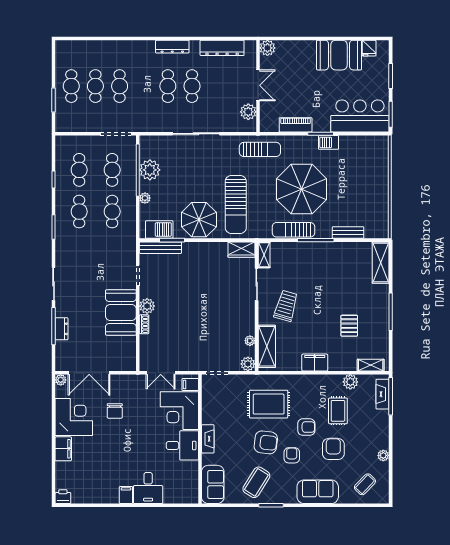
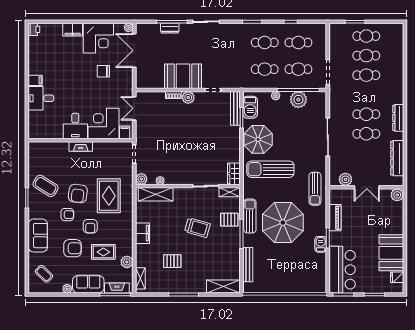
bench: (348, 232) -> (248, 265), width x1.36
pallet: (298, 255) -> (229, 220), added
trolley: (286, 306) -> (197, 228), moved
sofa: (213, 484) -> (88, 284), moved, turned 180

